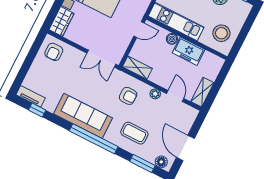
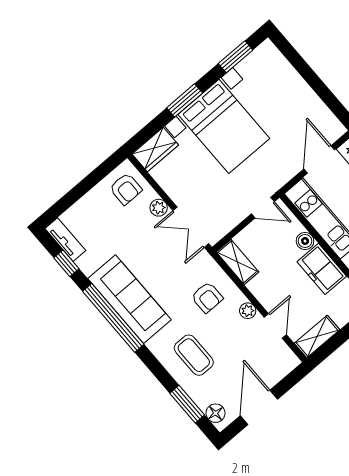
armchair: (54, 52) -> (126, 189), turned -90
plant: (78, 55) -> (159, 208), added
window: (94, 139) -> (113, 318), moved

